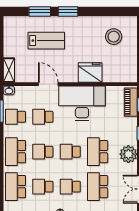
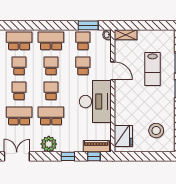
fridge: (90, 72) -> (123, 136), moved
door: (48, 84) -> (113, 71), hinge flipped

